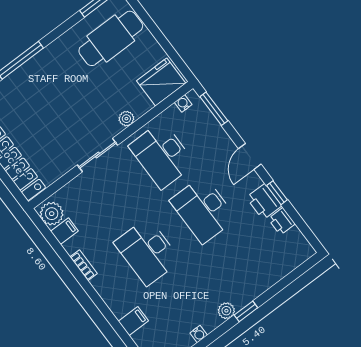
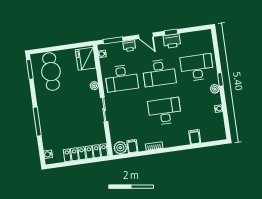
printer: (282, 221) -> (129, 46), moved
desk: (147, 252) -> (165, 111), turned 180
desk: (244, 264) -> (197, 68), added

